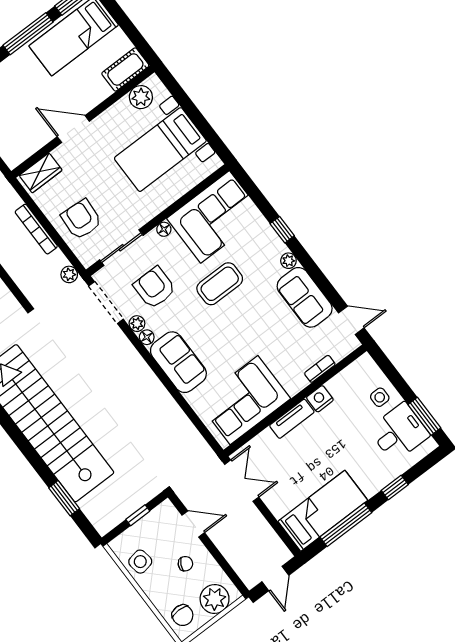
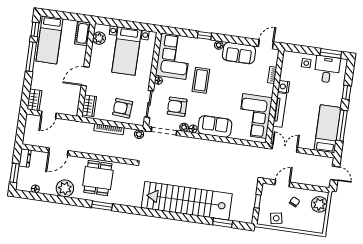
tv unit: (292, 419) -> (280, 110), width x1.41
chair: (183, 615) -> (313, 223), removed

